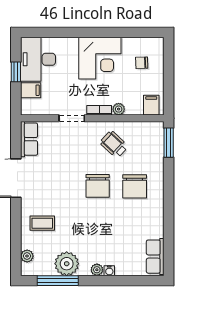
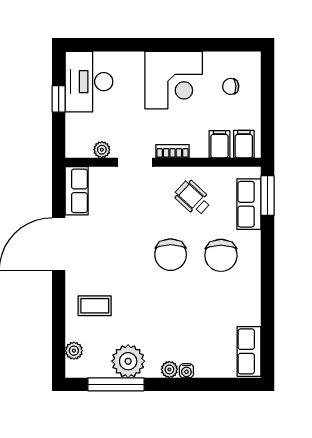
filing cabinet: (31, 90) -> (219, 144), moved, turned -90
plant: (119, 109) -> (102, 150), moved
row of seats: (155, 149) -> (249, 204), added

